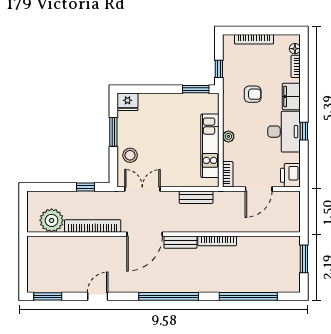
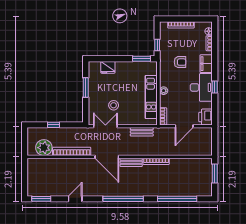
fridge: (128, 102) -> (108, 67), moved
stool: (130, 155) -> (114, 105), moved
window: (85, 187) -> (53, 125), moved
door: (145, 234) -> (107, 157), hinge flipped

